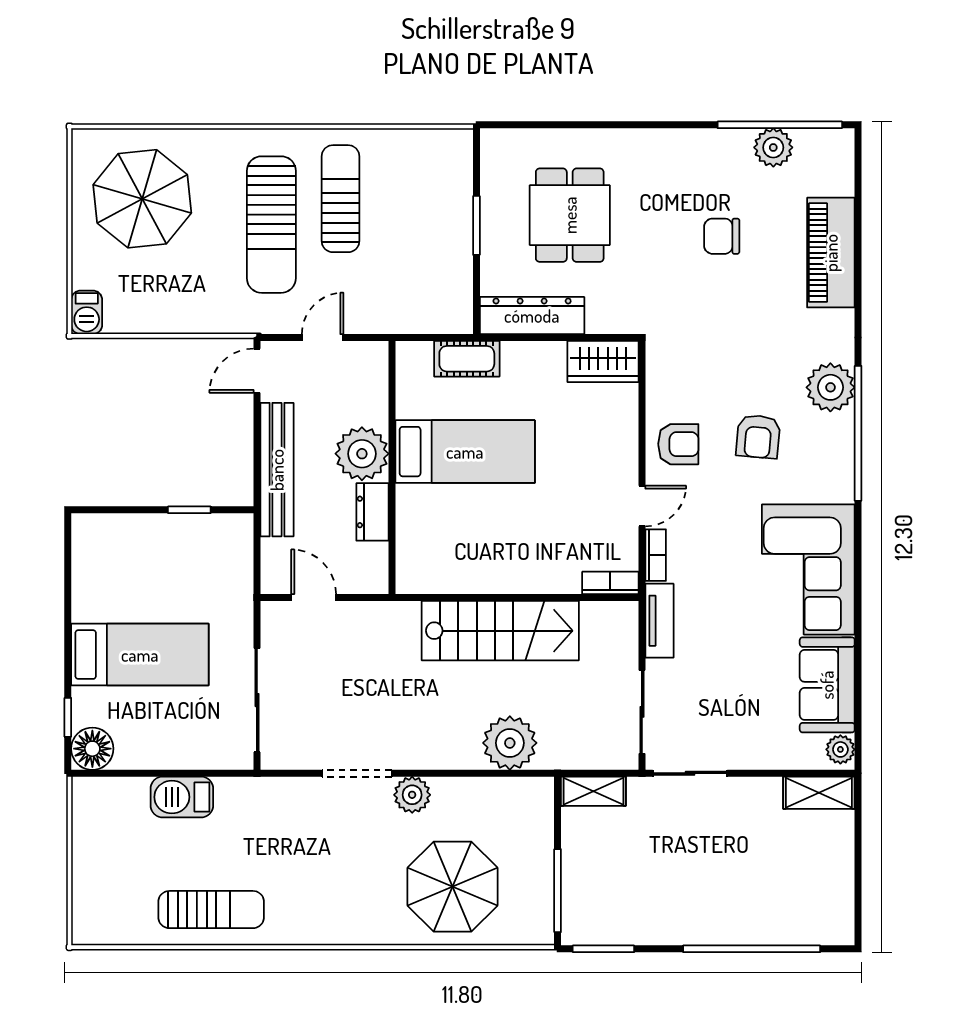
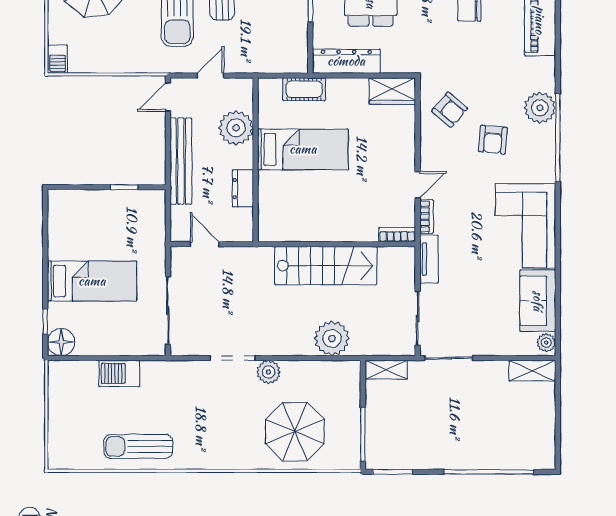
armchair: (678, 444) -> (450, 110), moved, turned 40
plant: (362, 454) -> (236, 128), moved
sun lounger: (211, 910) -> (138, 446), turned 180

